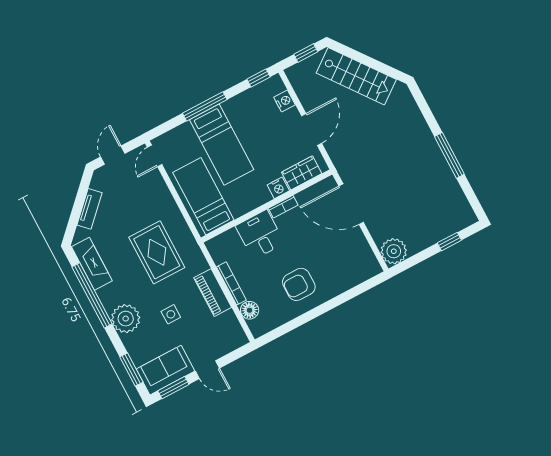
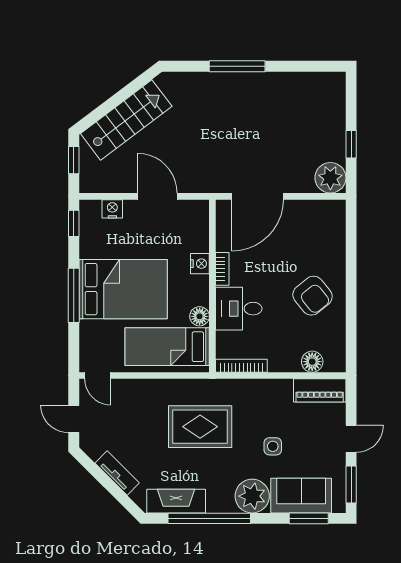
bed: (222, 145) -> (123, 289), width x1.50
window: (449, 155) -> (237, 66), moved
wardrobe: (302, 173) -> (197, 231), removed
floor lamp: (239, 208) -> (200, 316), added
window: (449, 242) -> (351, 144), moved
bookcase: (231, 283) -> (241, 366), moved
armchair: (299, 284) -> (312, 296), turned -39
piano: (213, 293) -> (320, 390), moved
sofa: (166, 370) -> (301, 496), moved, turned 90

